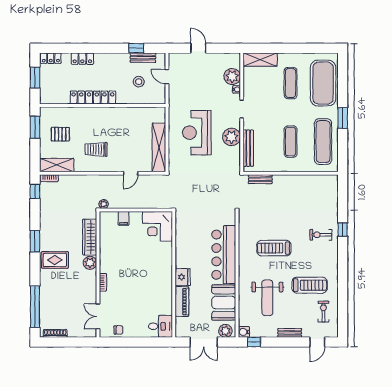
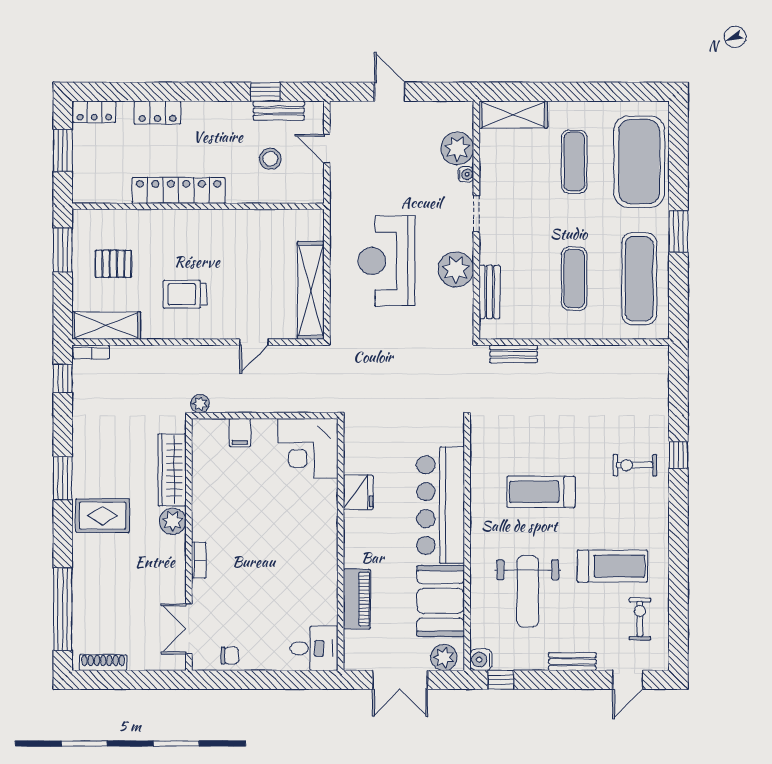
bench: (248, 148) -> (489, 292), width x0.73
fridge: (183, 277) -> (358, 492), moved

